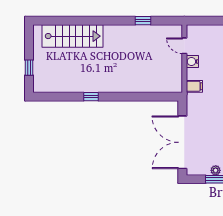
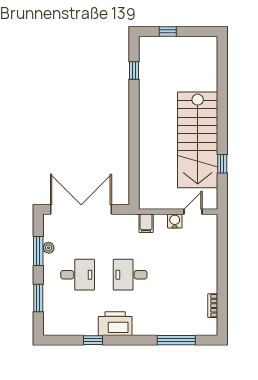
stairs: (72, 36) -> (198, 140), moved, width x1.36, depth x1.51
window: (91, 97) -> (134, 71), moved

